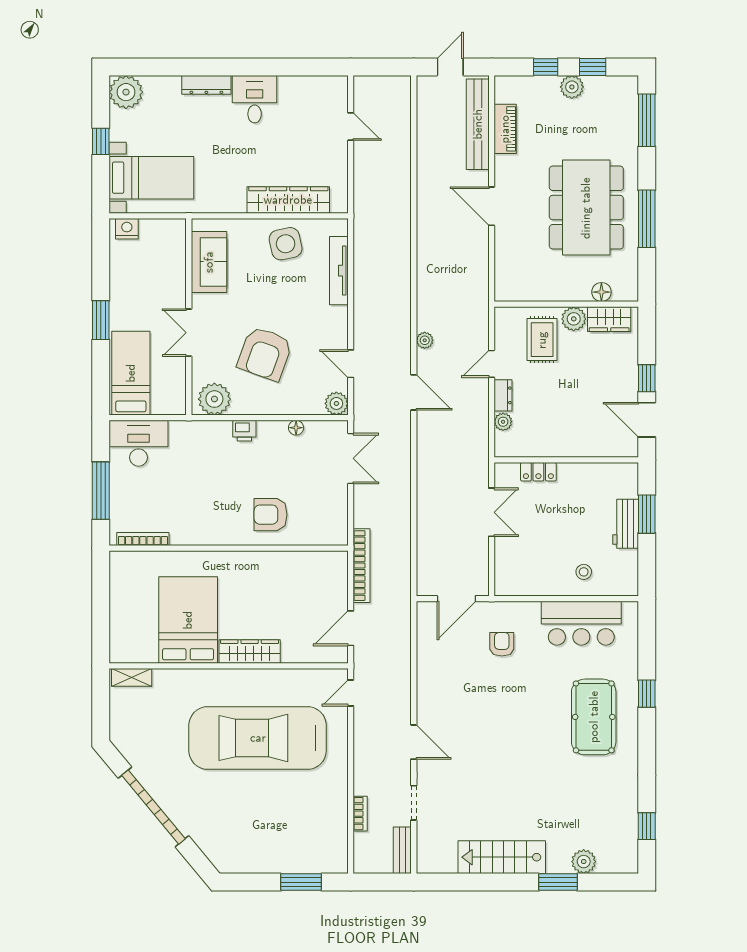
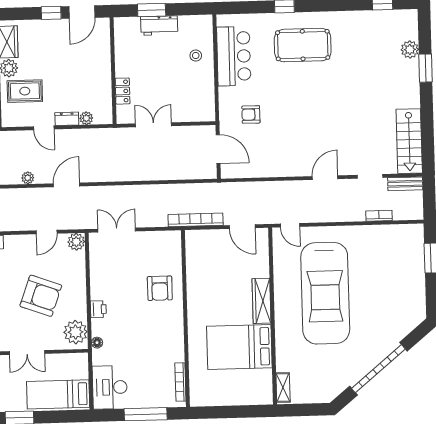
floor lamp: (296, 428) -> (97, 343), moved
stairs: (502, 857) -> (409, 141), moved

